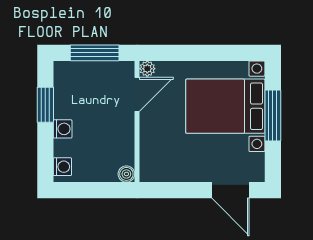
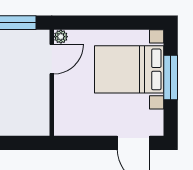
boiler: (126, 174) -> (43, 129), removed

